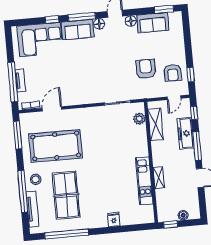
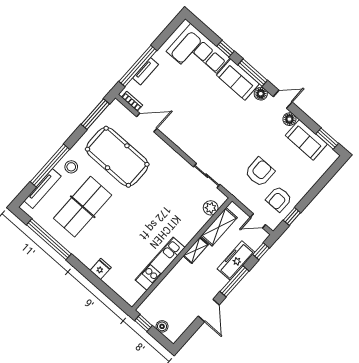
shelving: (159, 178) -> (196, 250), moved

